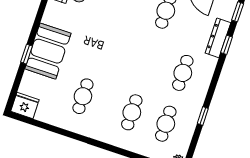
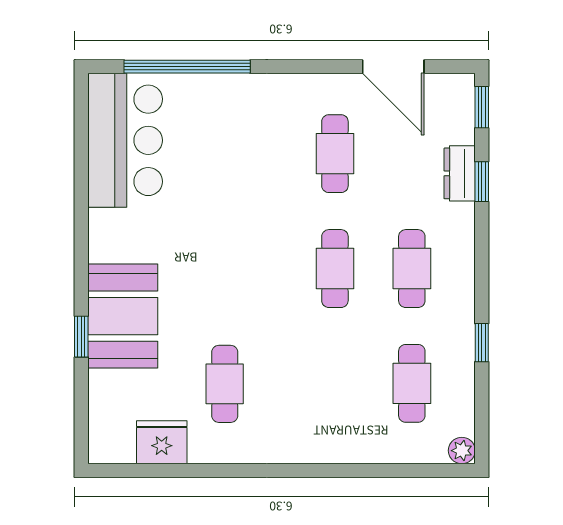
dresser: (218, 38) -> (460, 173), width x0.70
fridge: (25, 105) -> (162, 442), moved
cafe table: (132, 112) -> (335, 269), moved

